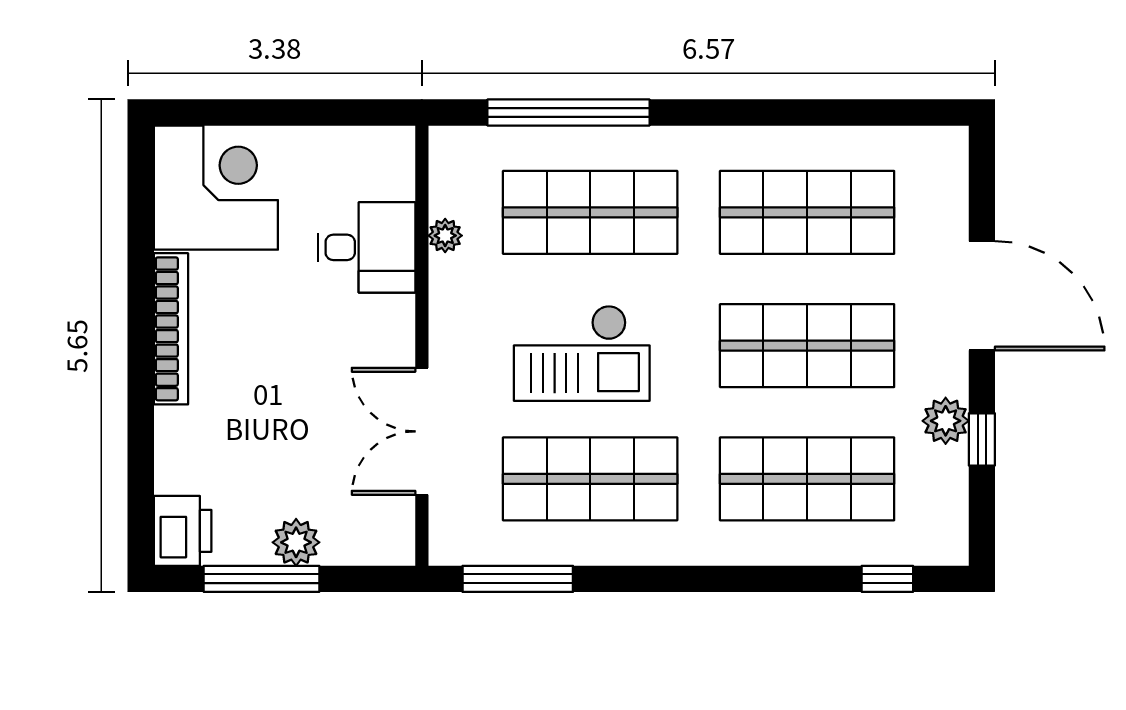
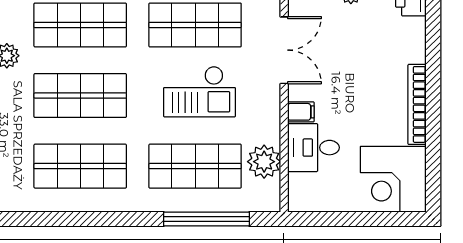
plant: (445, 236) -> (264, 162), width x1.88, depth x1.88
filing cabinet: (390, 315) -> (301, 112), added
checkout: (582, 353) -> (199, 92), turned 180

